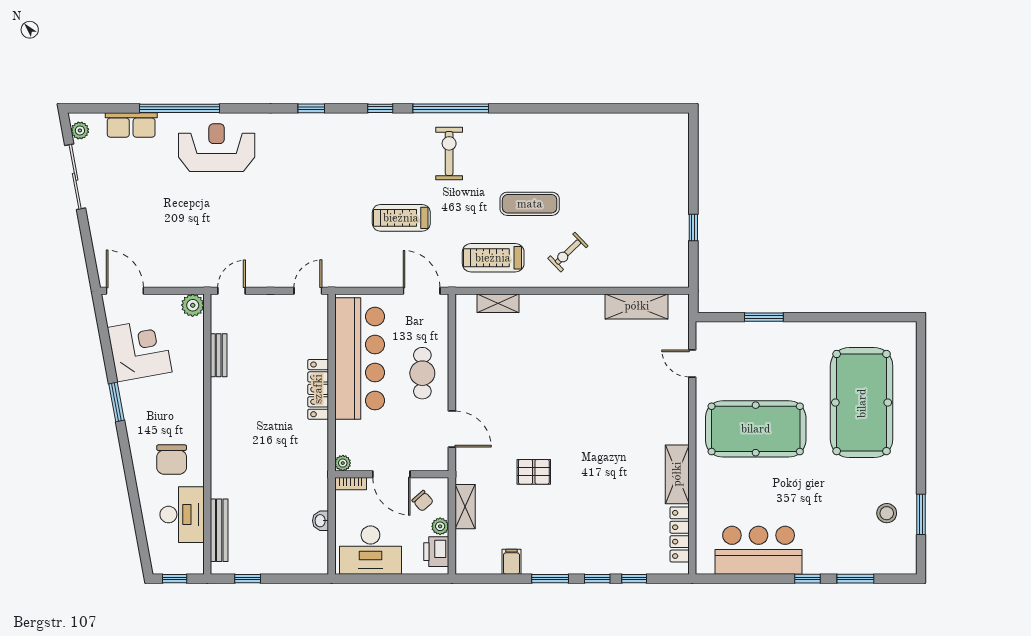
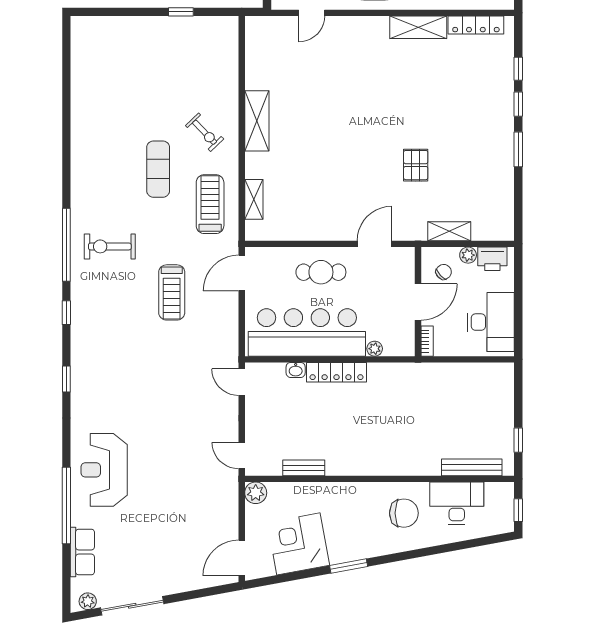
treadmill: (493, 258) -> (210, 204), turned 180
shelving: (637, 306) -> (257, 121), moved
plant: (343, 463) -> (375, 349), moved
washbasin: (321, 521) -> (296, 370), moved
filing cabinet: (511, 562) -> (502, 187), removed

